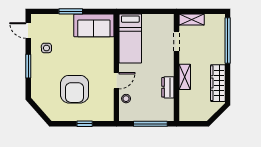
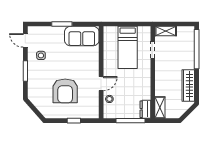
bed: (130, 39) -> (128, 47), moved
shelving: (185, 77) -> (160, 108), moved
dresser: (168, 87) -> (145, 109), moved

